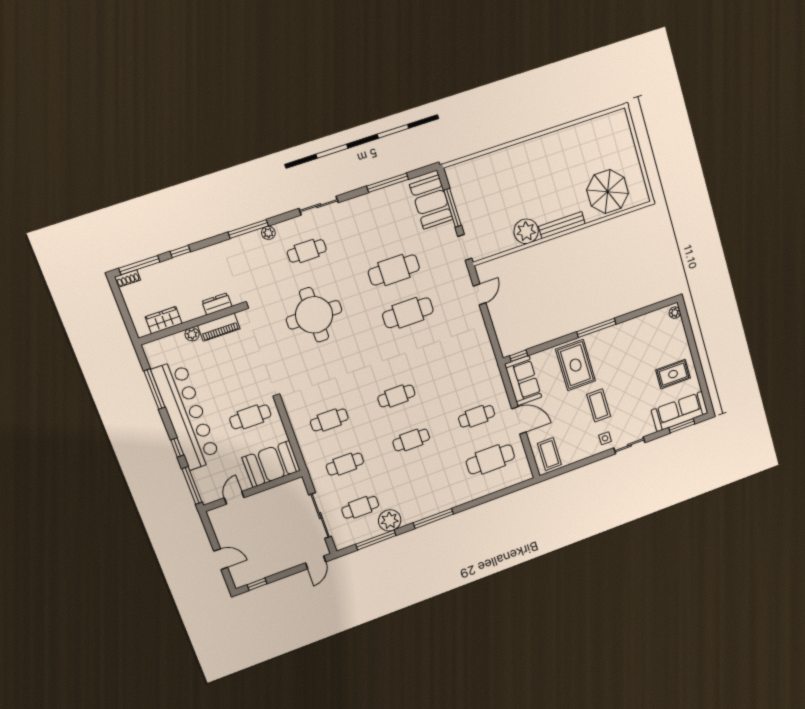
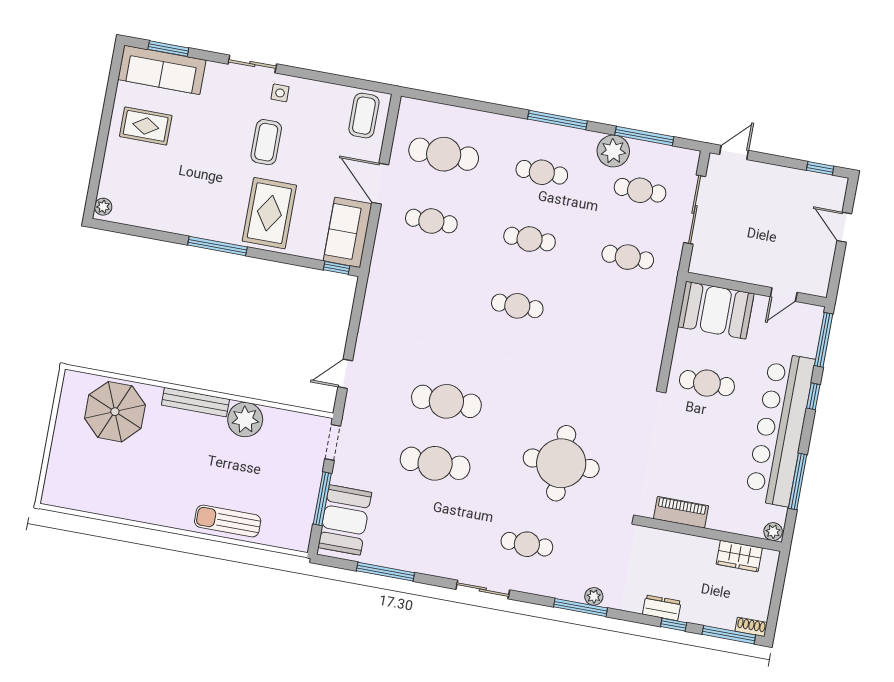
sun lounger: (504, 161) -> (228, 521), added
plant: (268, 233) -> (594, 596), moved
dresser: (217, 304) -> (662, 608), moved, turned 180
plant: (192, 334) -> (773, 532), moved
cafe table: (329, 420) -> (542, 172), moved

